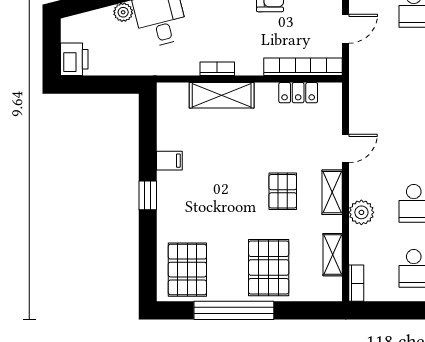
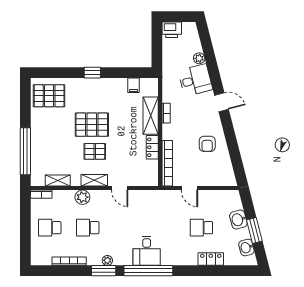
locker: (298, 93) -> (152, 147), moved
filing cabinet: (169, 161) -> (134, 85), moved
pallet: (269, 268) -> (92, 125), moved
window: (234, 310) -> (25, 151), moved

